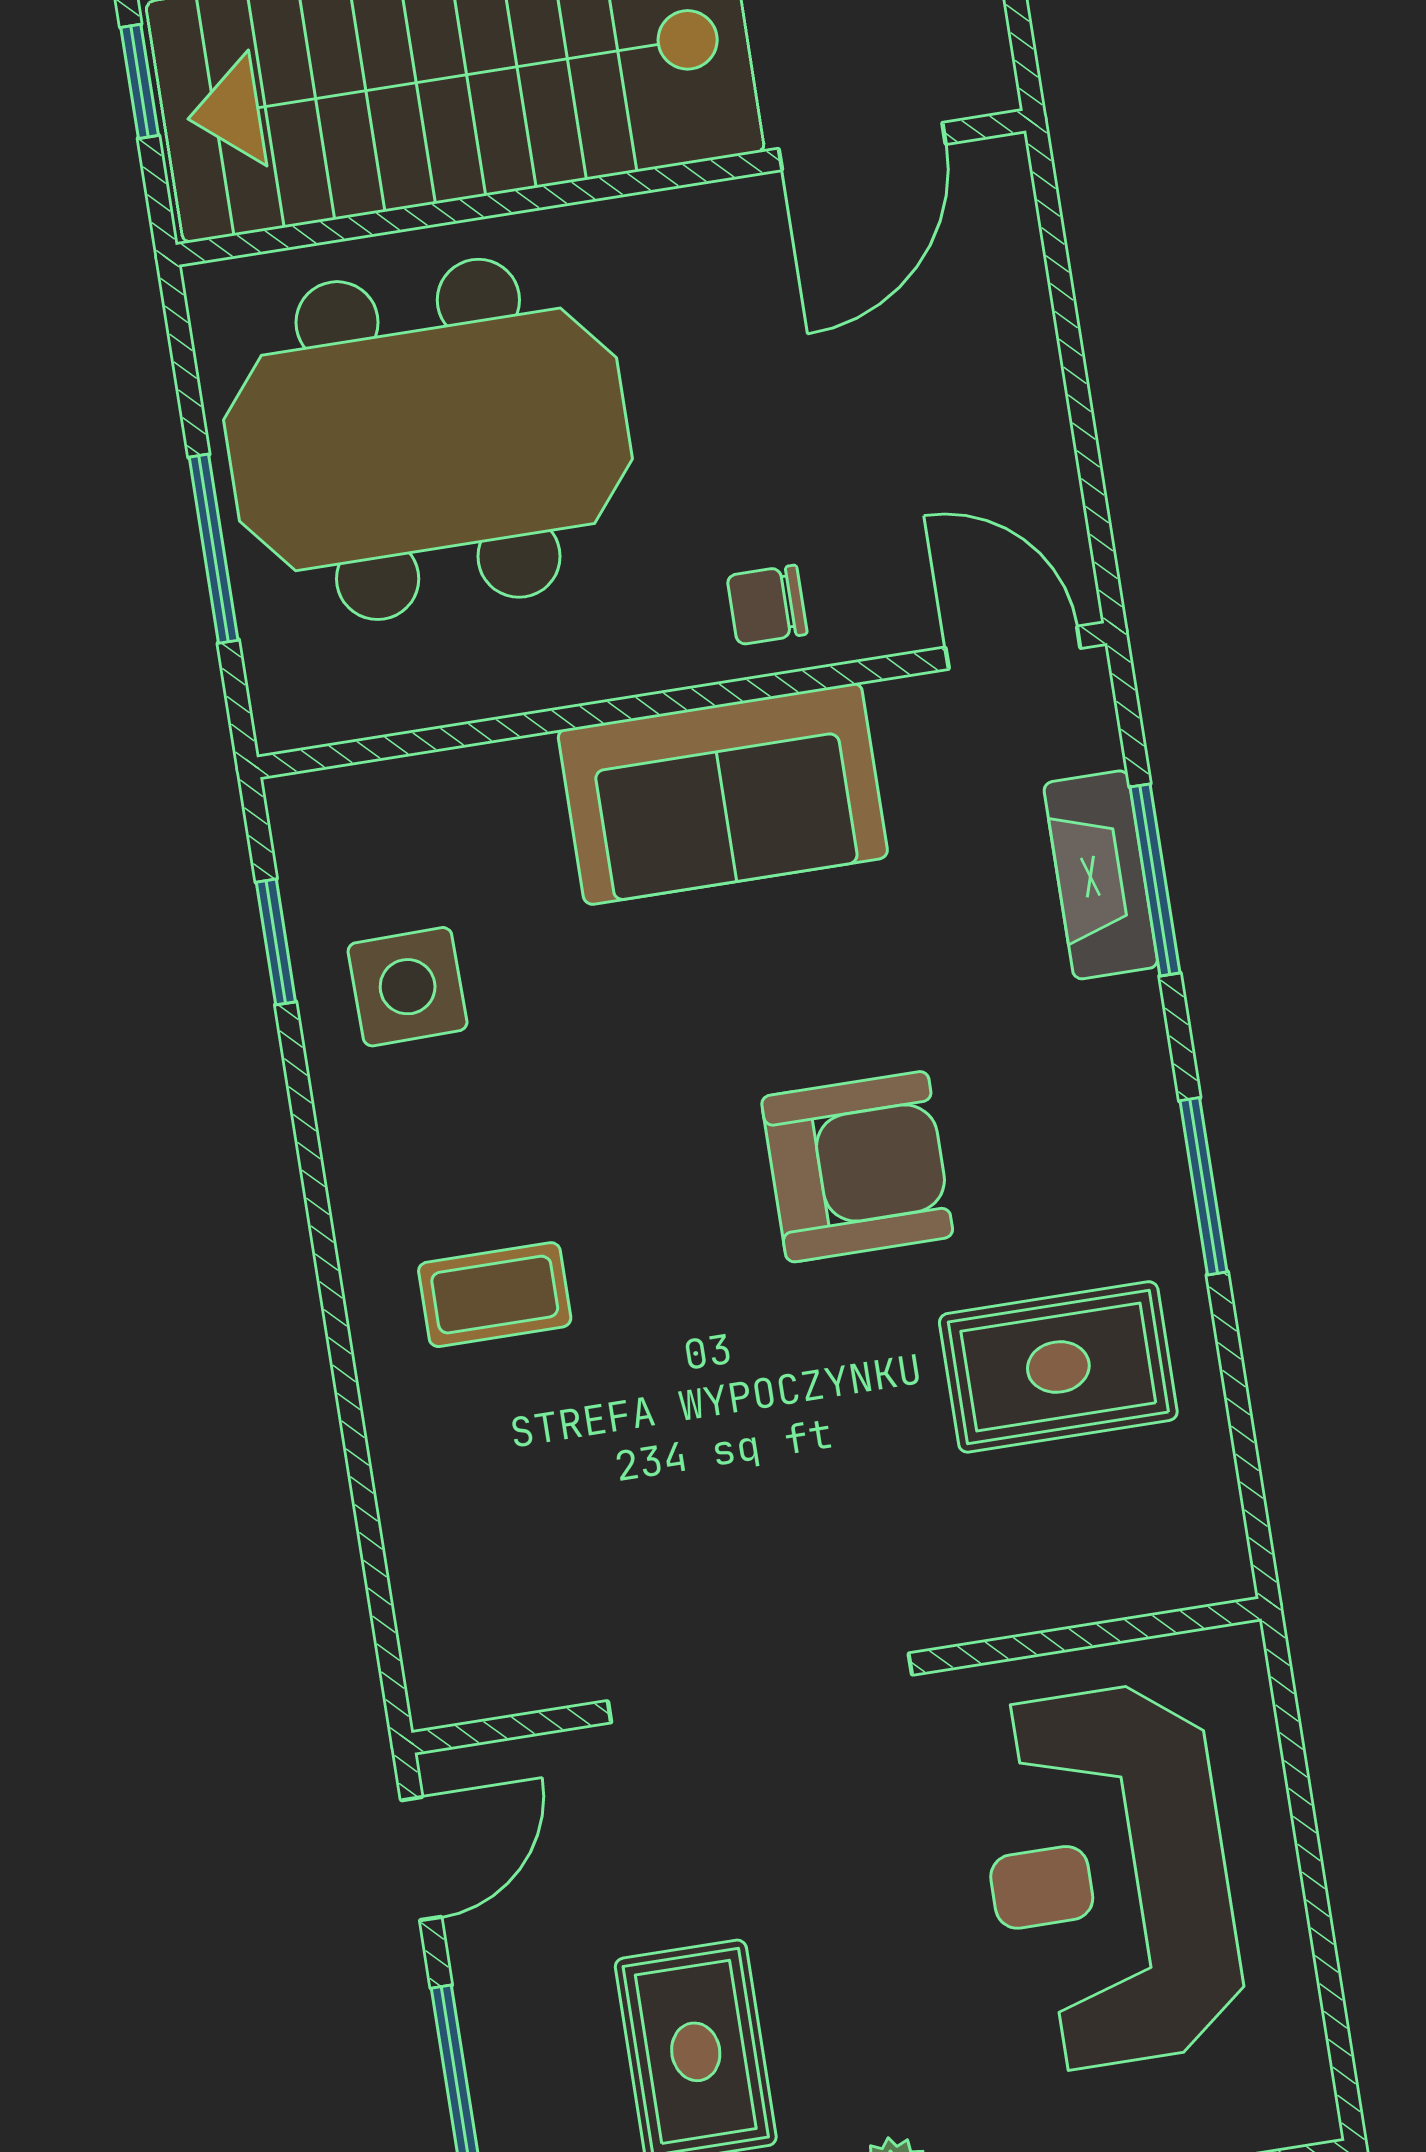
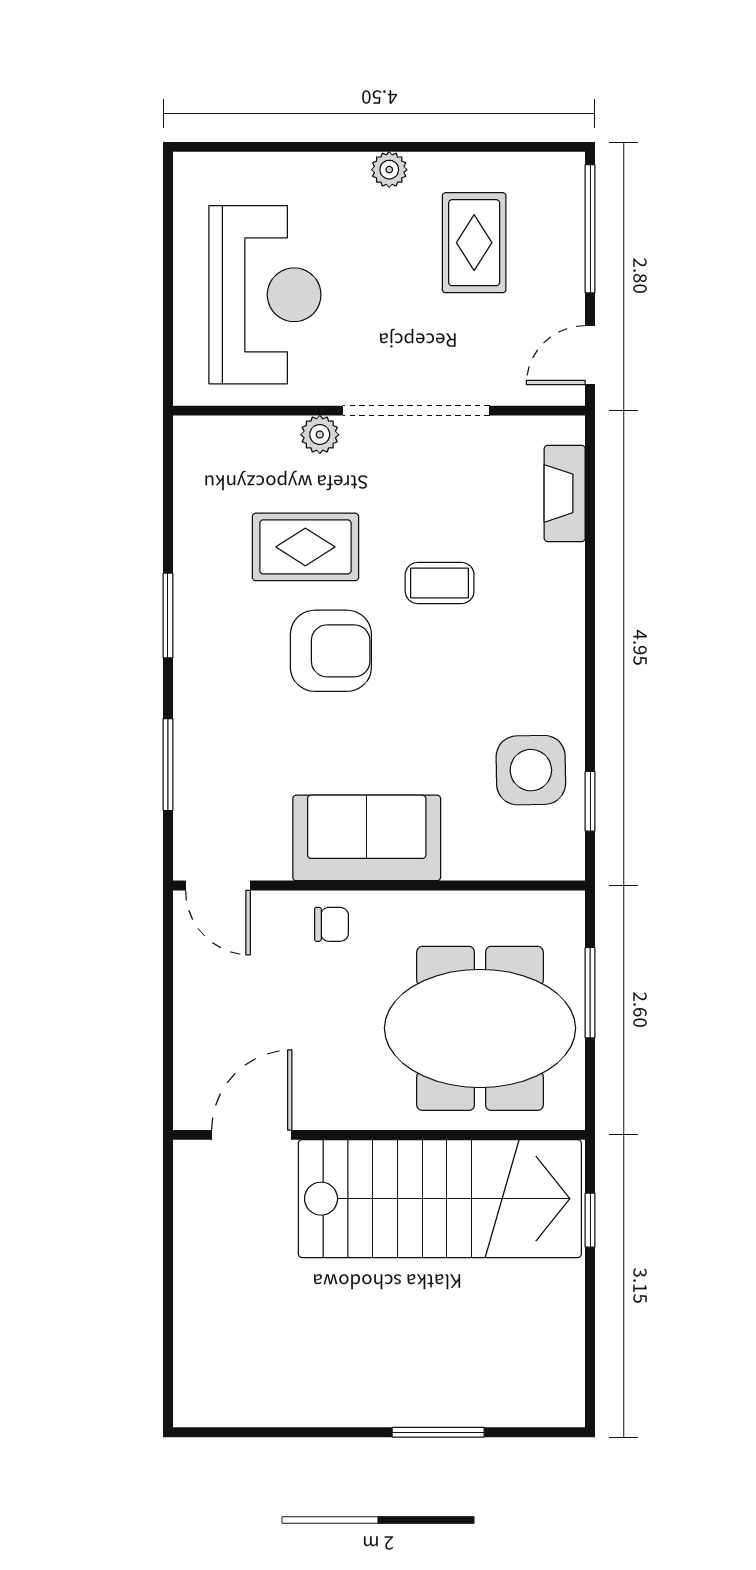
fireplace: (1101, 875) -> (565, 493), moved, turned 180
side table: (408, 987) -> (531, 770), width x1.37, depth x1.37
armchair: (857, 1167) -> (331, 651), turned 180
coffee table: (495, 1295) -> (440, 583), moved
rug: (1058, 1367) -> (305, 547), moved
plant: (951, 1607) -> (320, 435), added

